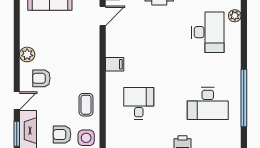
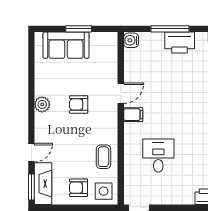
door: (103, 16) -> (121, 93), moved
armchair: (41, 78) -> (79, 104), moved

